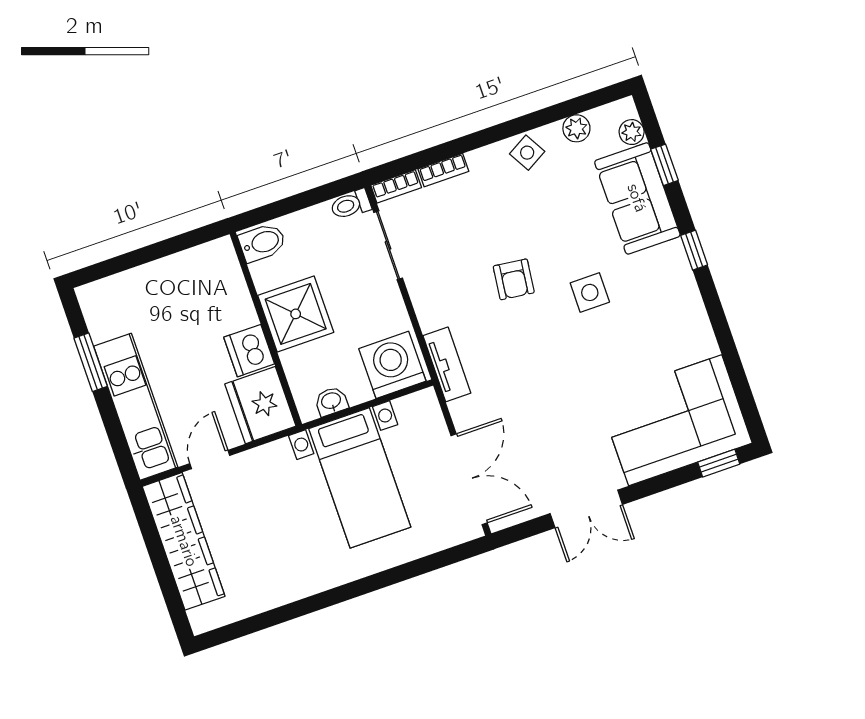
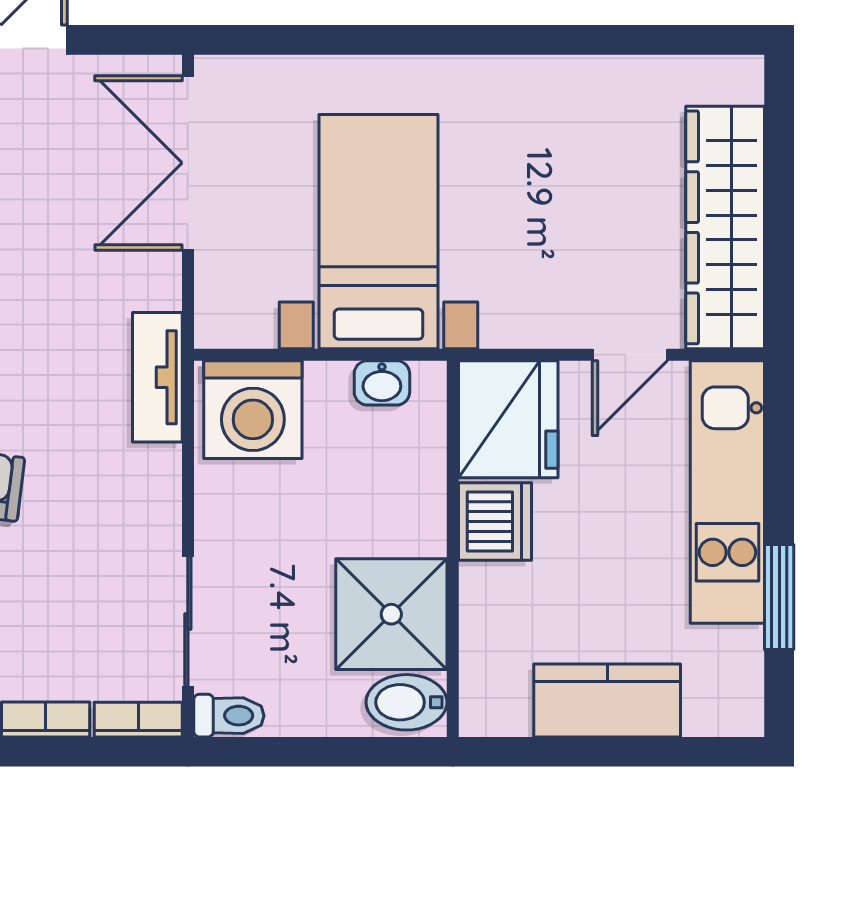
kitchen counter: (160, 279) -> (607, 701), added
shower: (296, 314) -> (391, 614), moved

